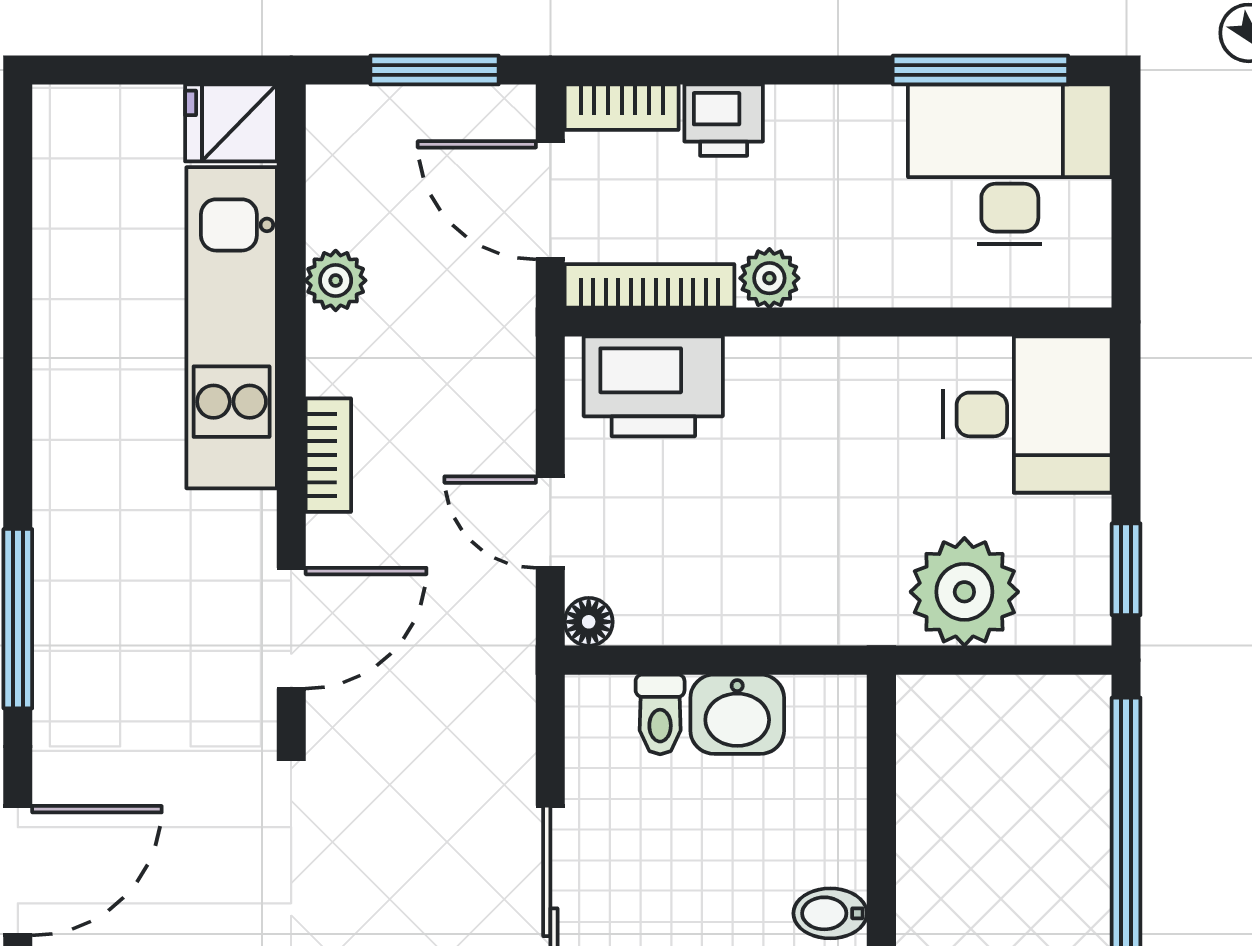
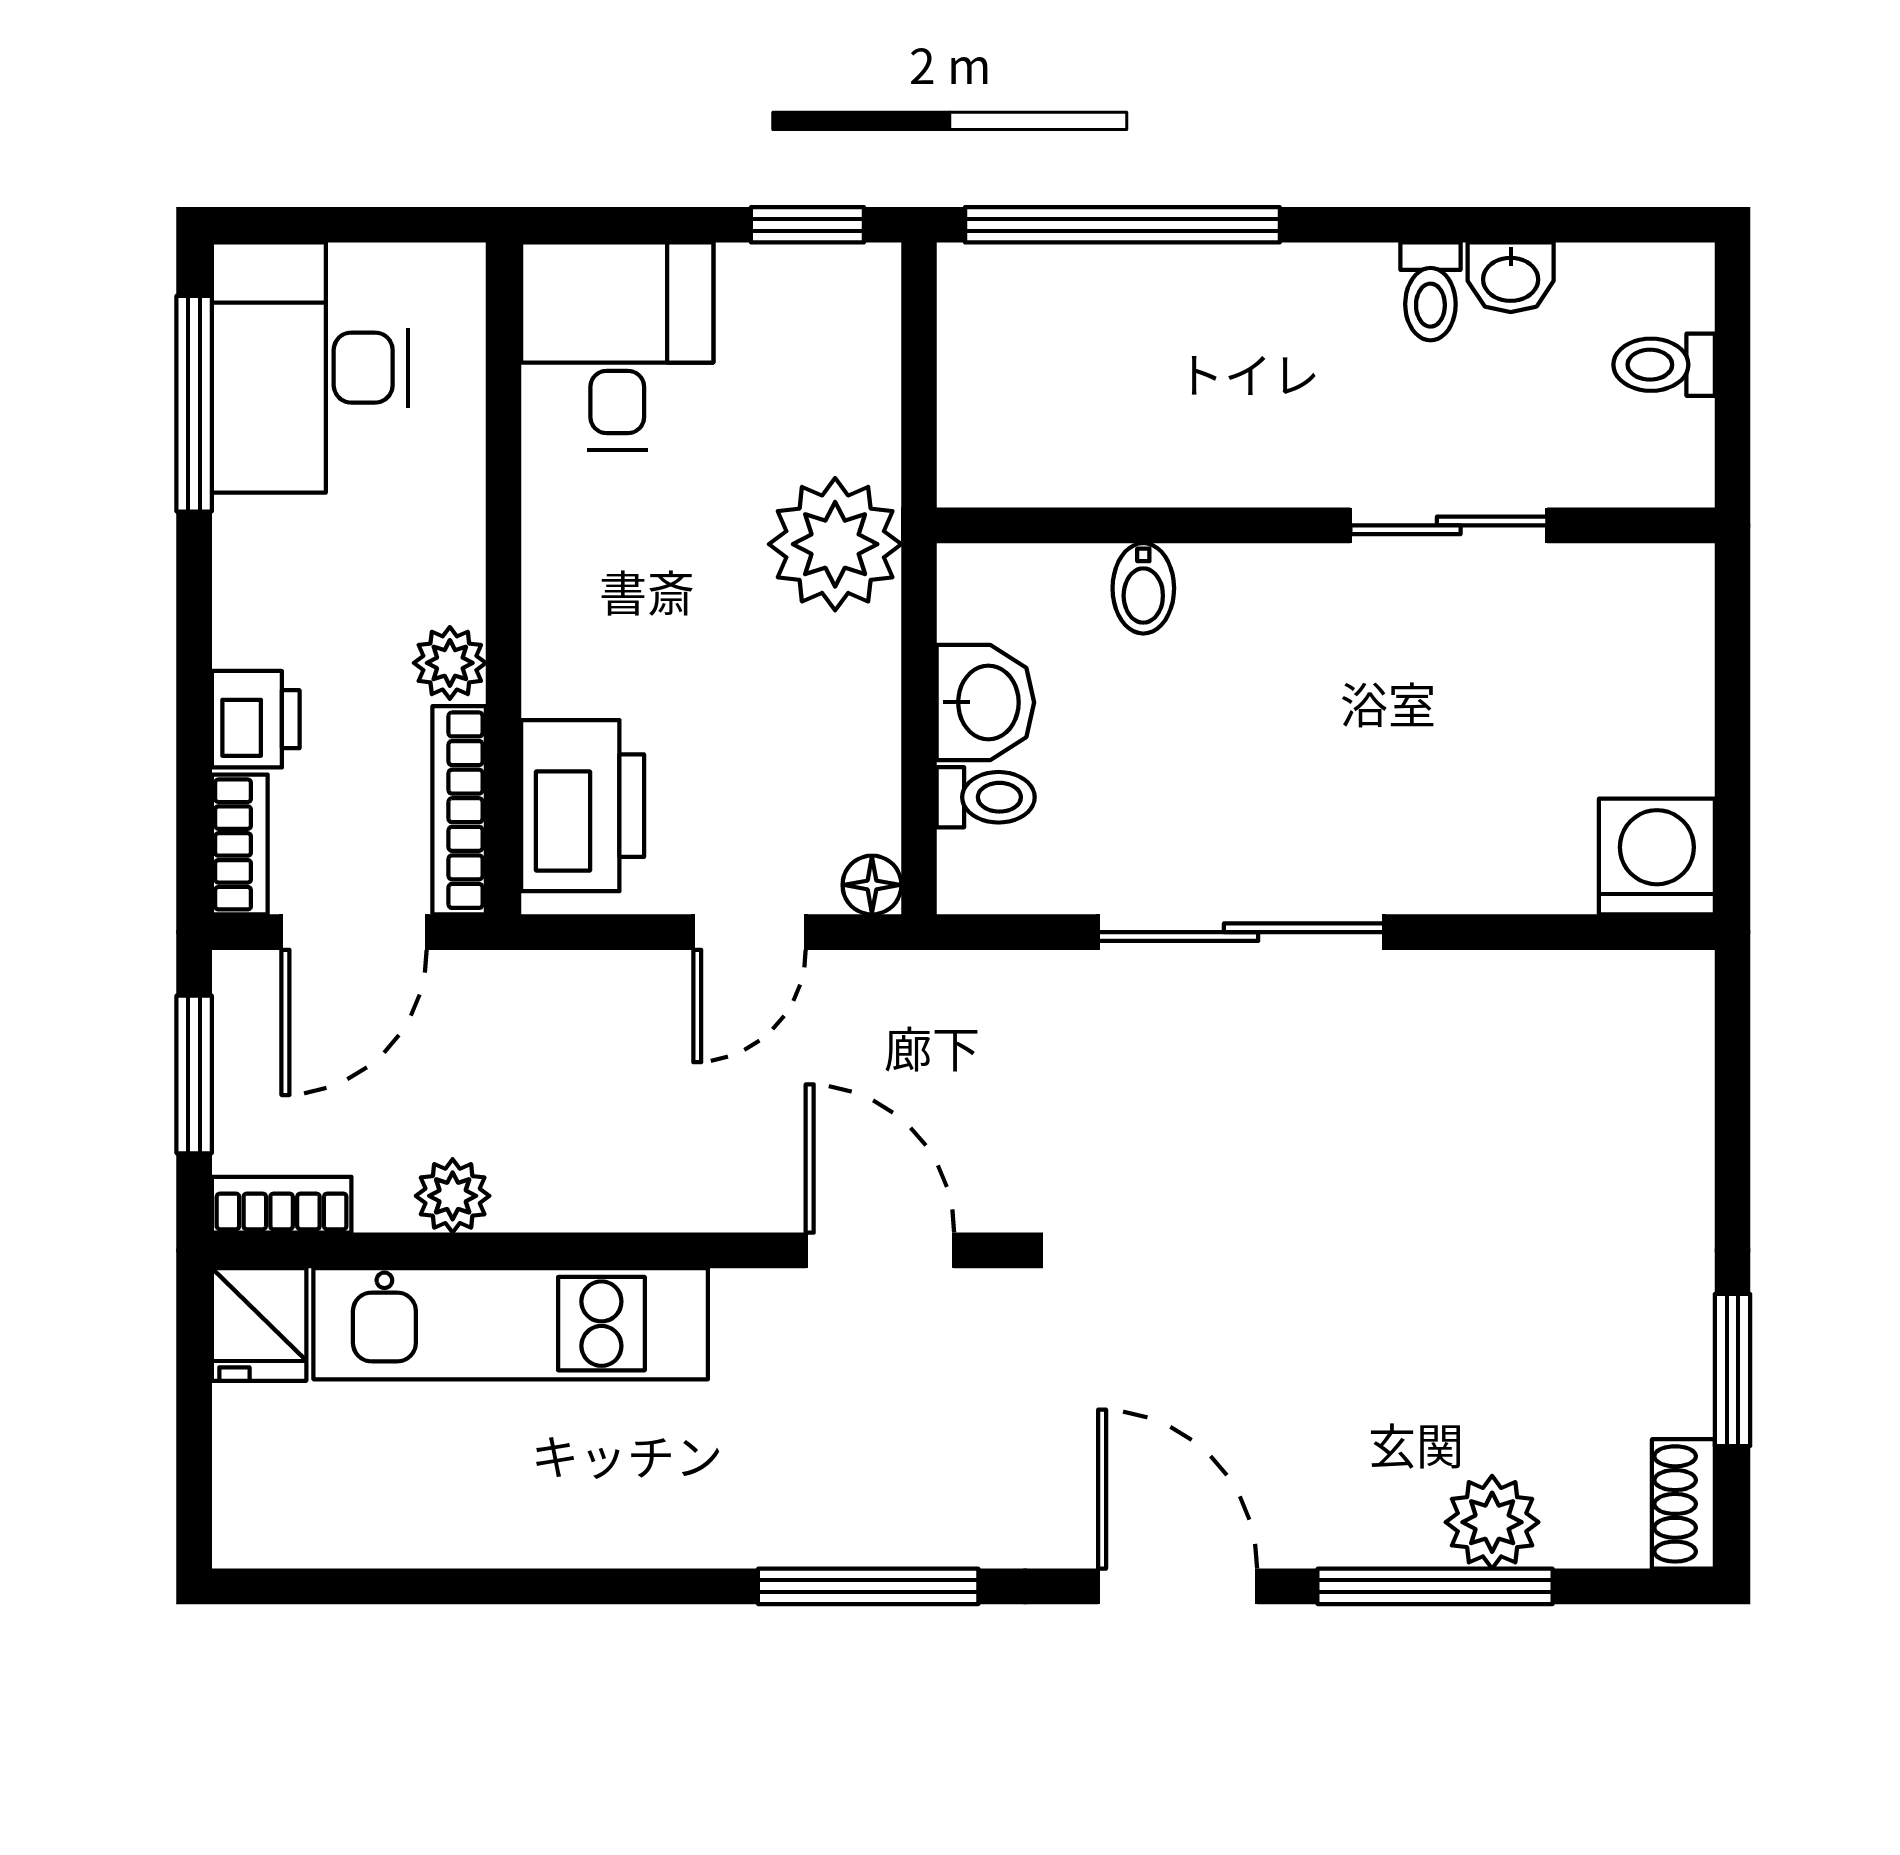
bookcase: (328, 455) -> (282, 1205), moved
plant: (964, 592) -> (835, 544), moved
bidet: (830, 913) -> (1143, 588), moved

